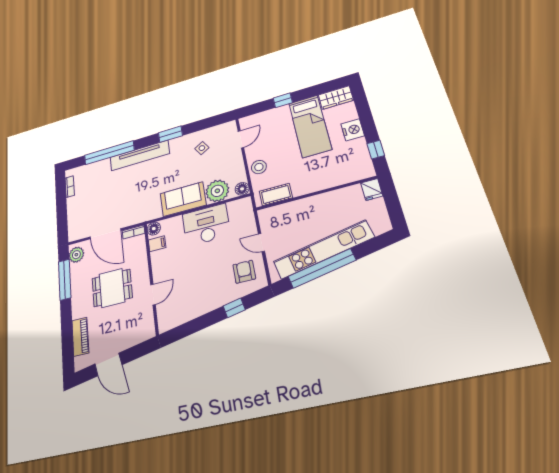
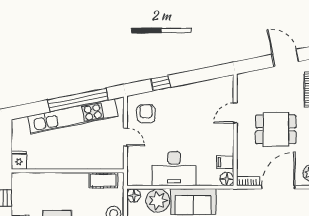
door: (105, 234) -> (278, 187), hinge flipped
armchair: (244, 272) -> (146, 114), turned 180

